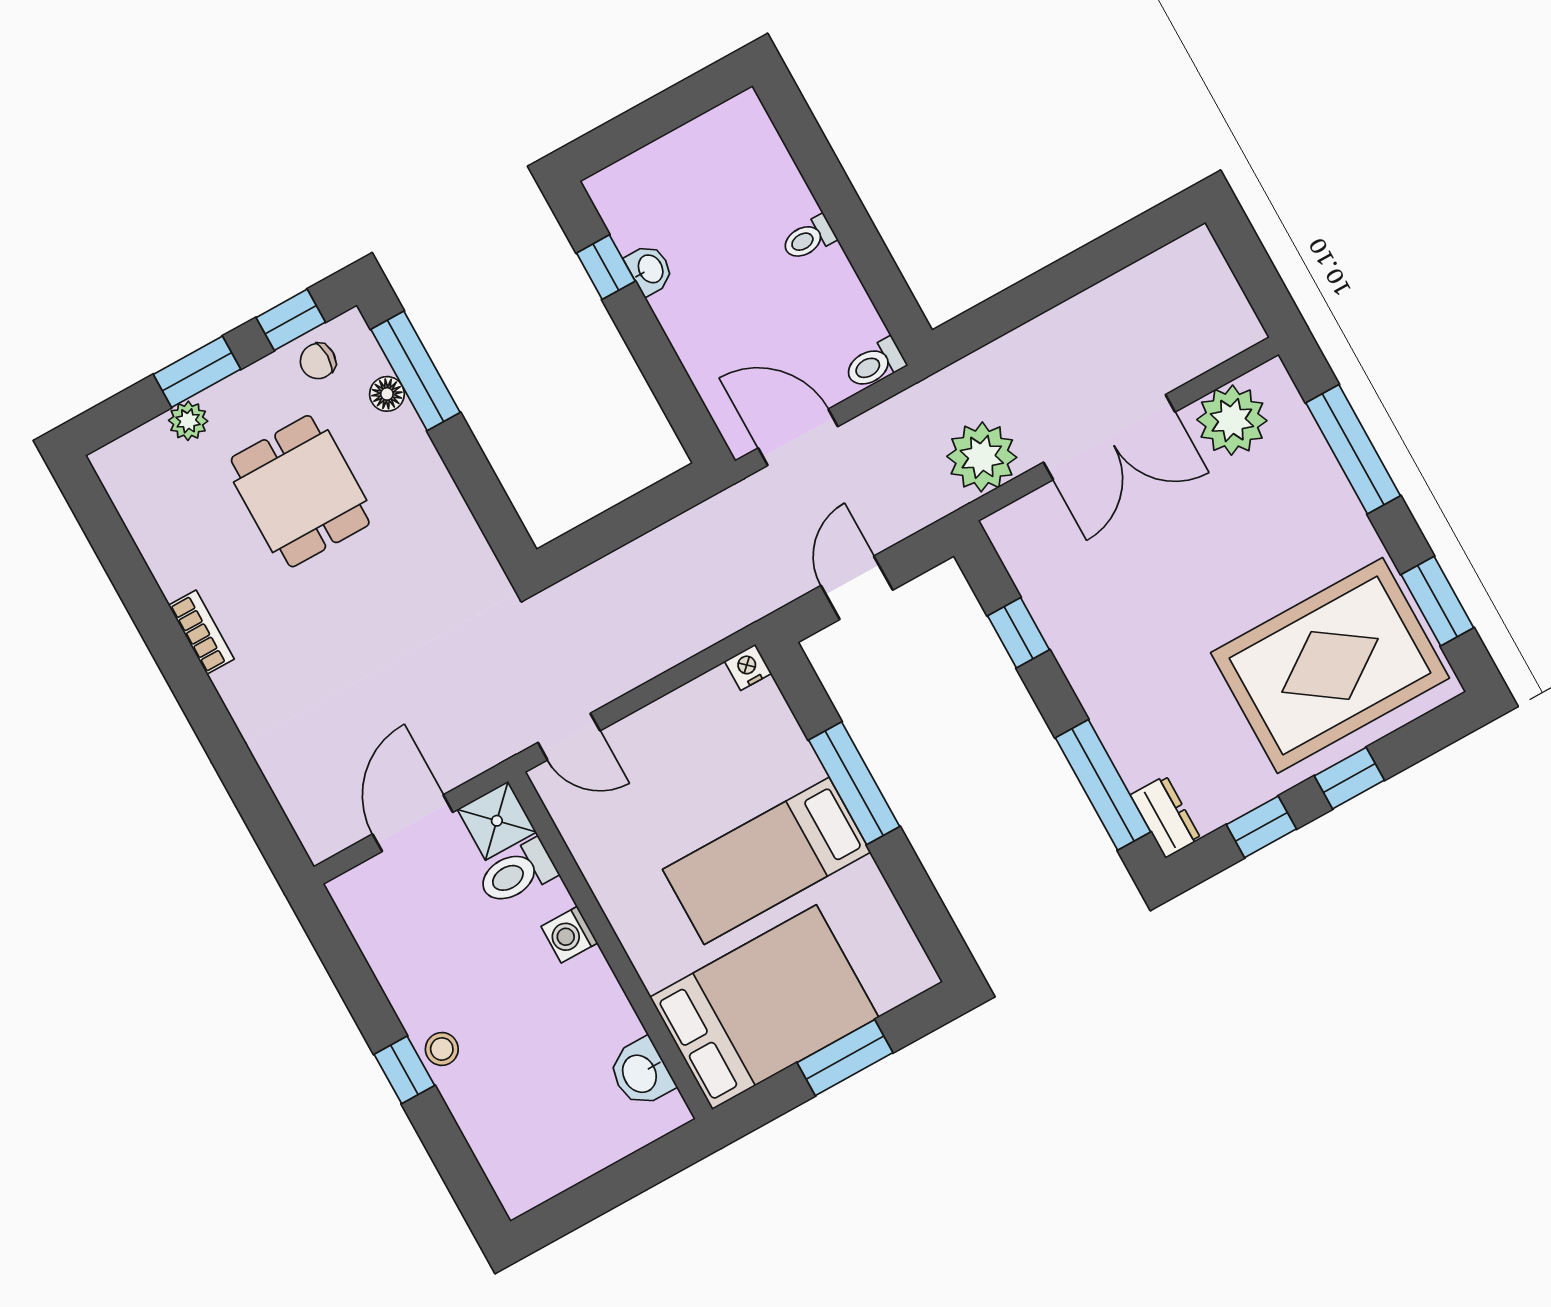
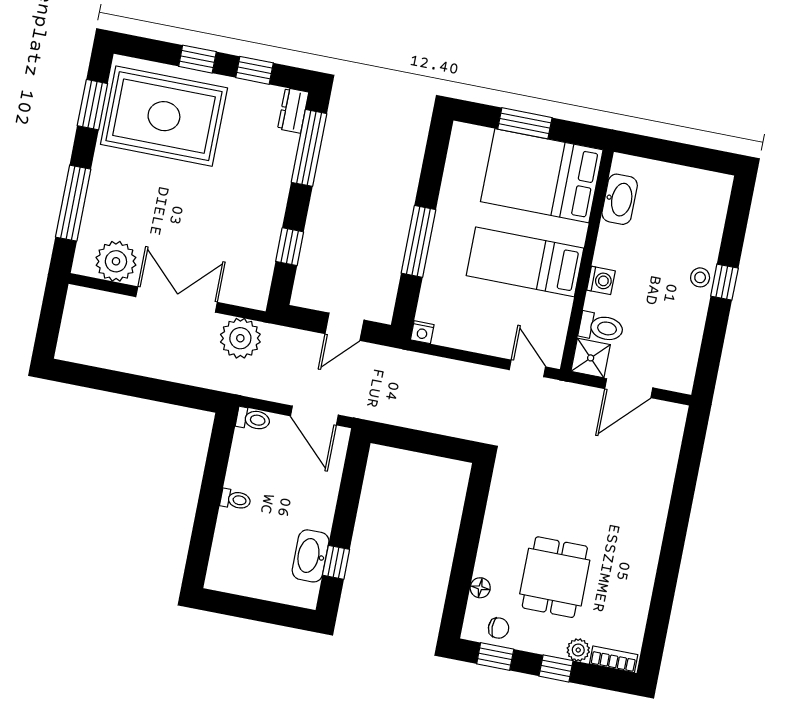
washbasin: (650, 269) -> (311, 556), width x1.91, depth x1.45
window: (416, 371) -> (459, 587), removed
window: (197, 372) -> (556, 668), width x0.67
bookcase: (201, 632) -> (614, 659), moved, turned 90
bed: (767, 861) -> (525, 262), moved, turned 180
washbasin: (641, 1073) -> (620, 199), width x1.38

